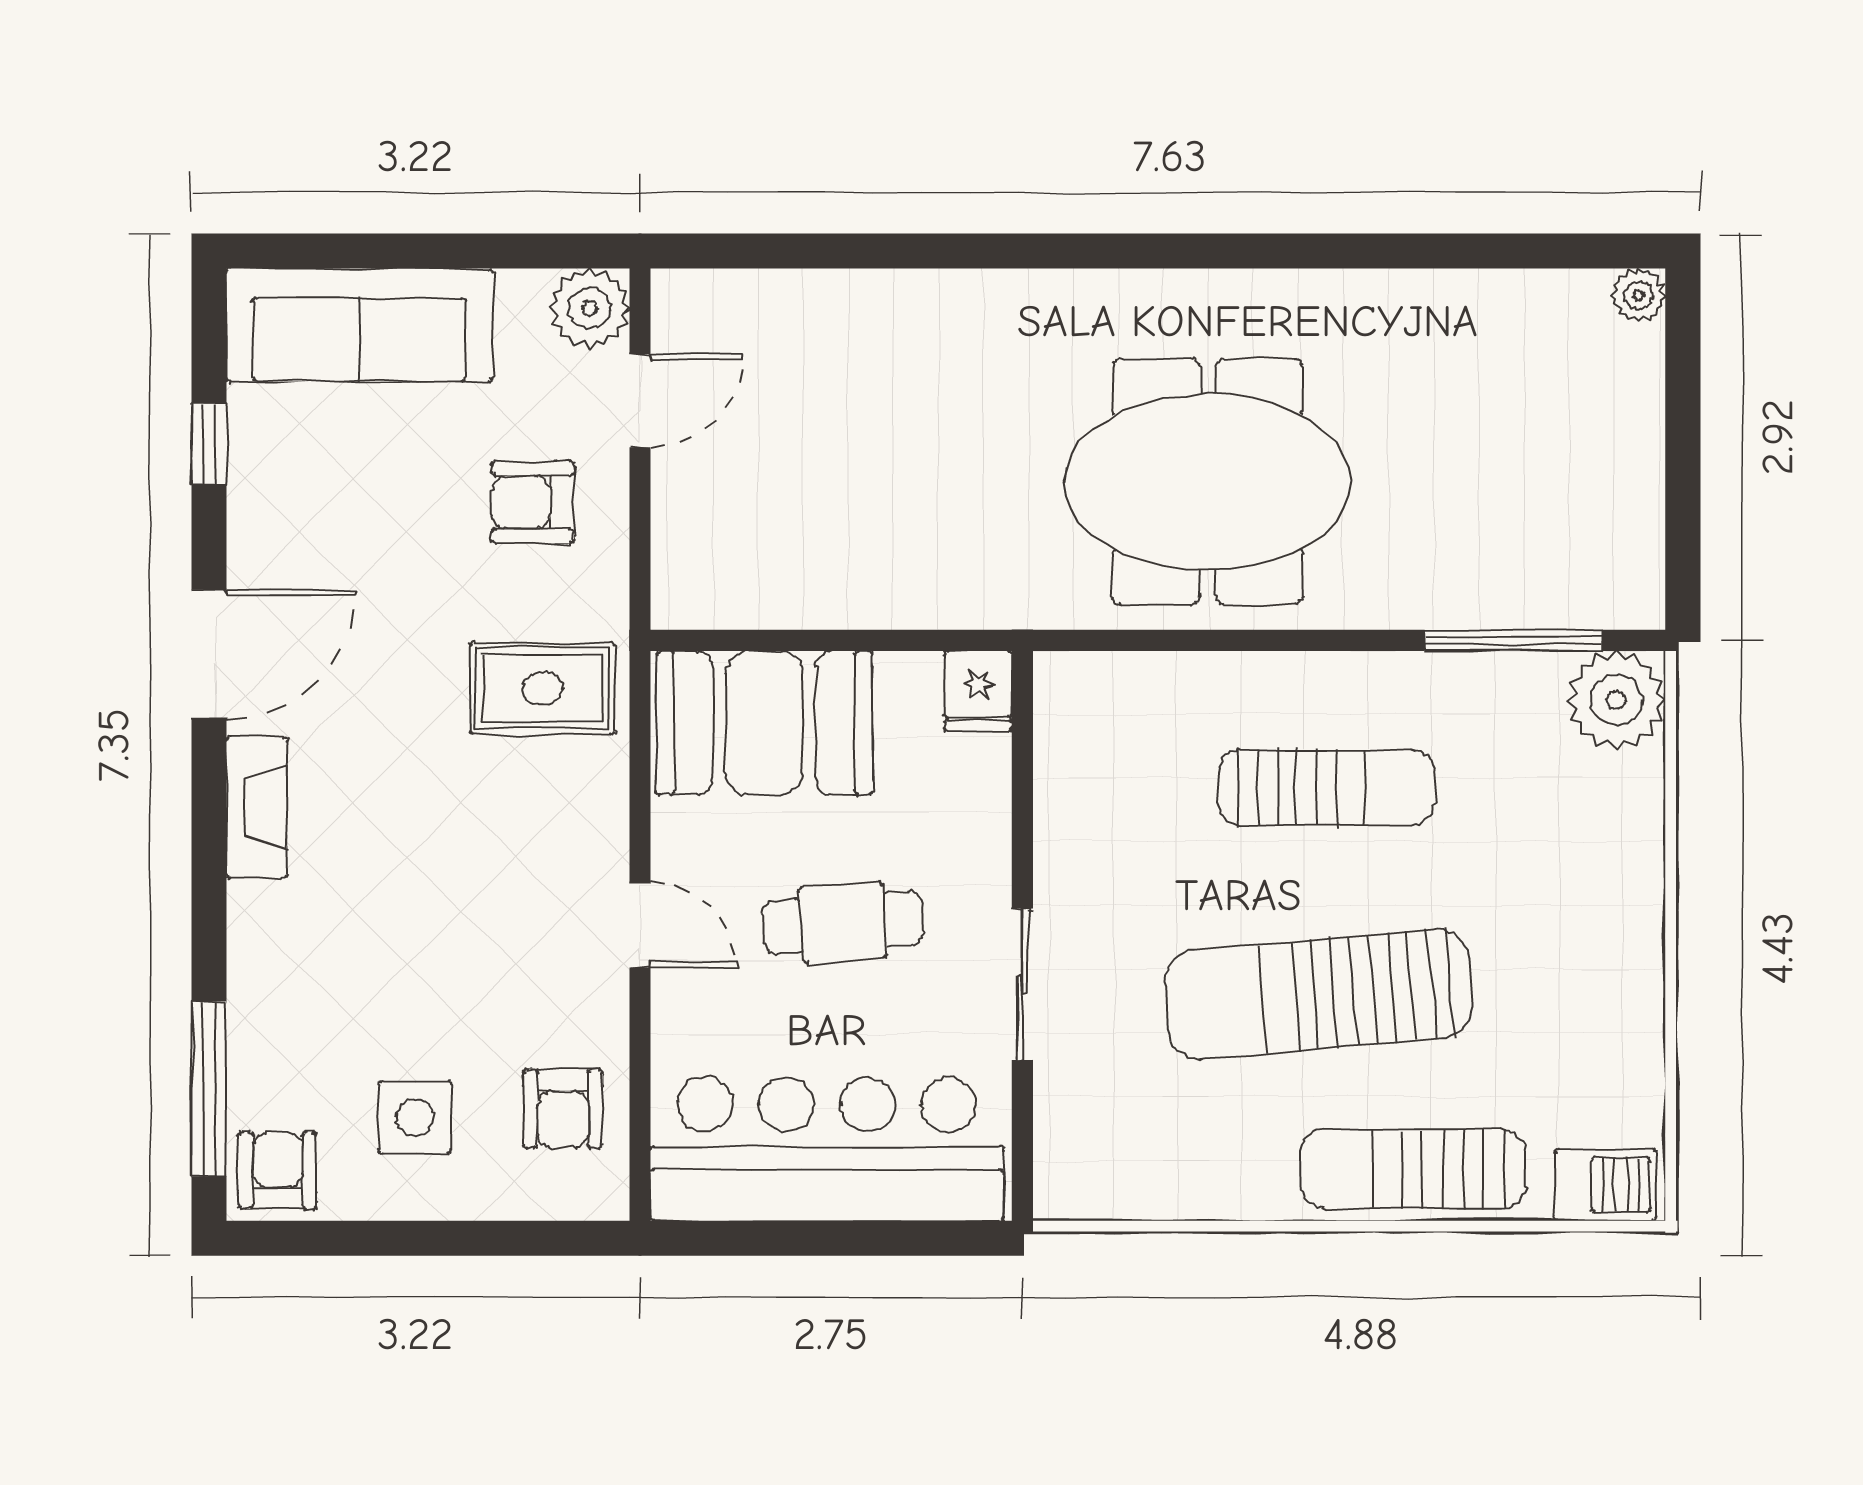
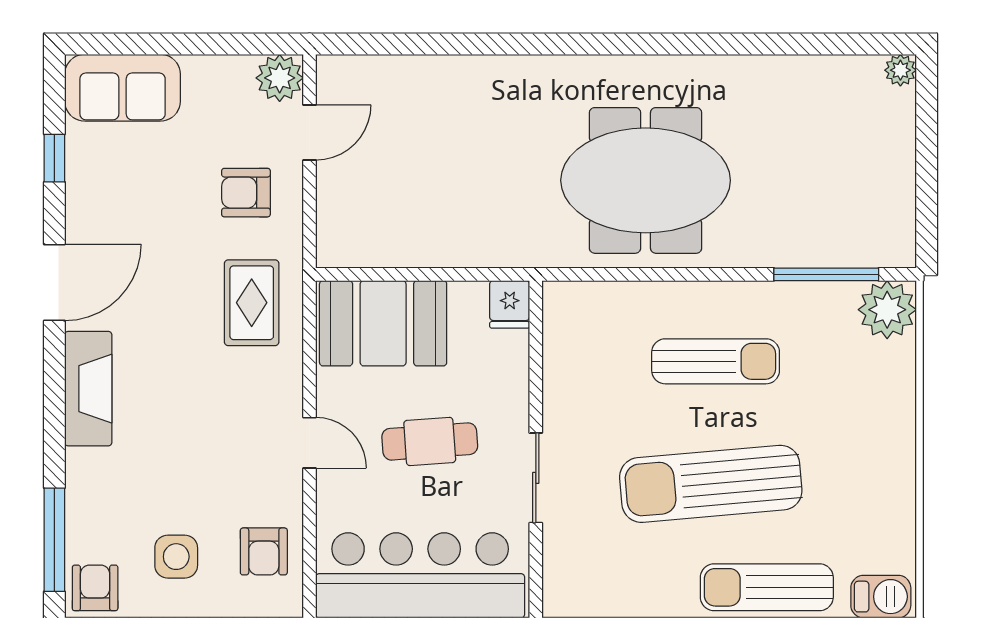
sofa: (359, 325) -> (123, 88), width x0.73
rug: (542, 688) -> (252, 303), turned 90
fireplace: (257, 807) -> (88, 389), width x1.37, depth x1.32

